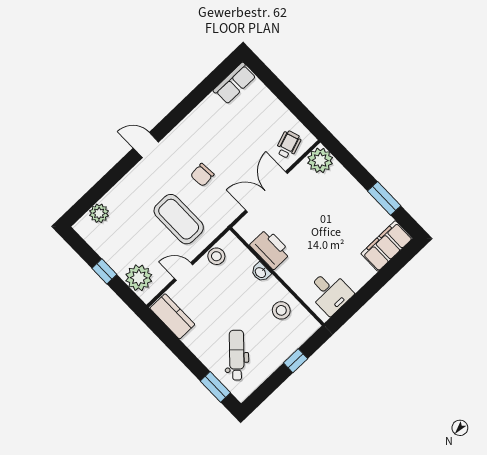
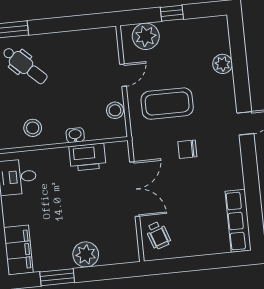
row of seats: (235, 83) -> (238, 221), width x1.48
plant: (320, 160) -> (86, 254), moved
chair: (202, 175) -> (187, 149), turned -86
plant: (99, 213) -> (223, 64), moved
kitchen counter: (172, 316) -> (95, 39), removed

